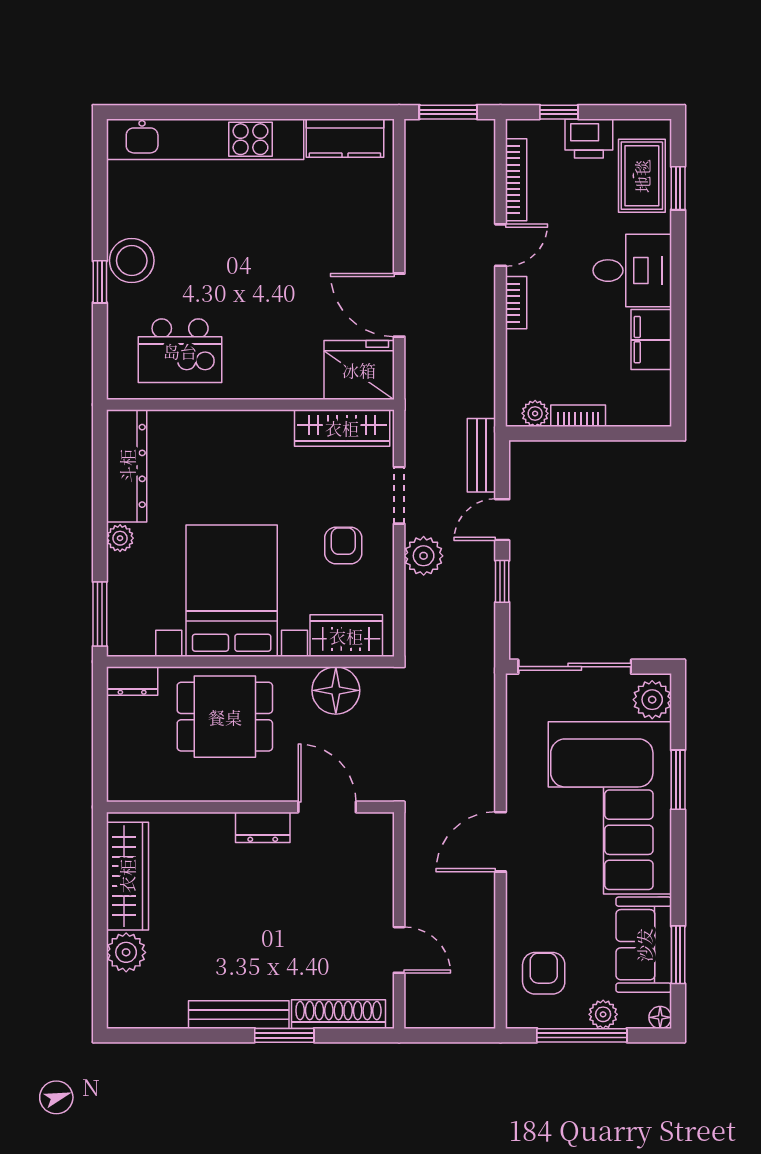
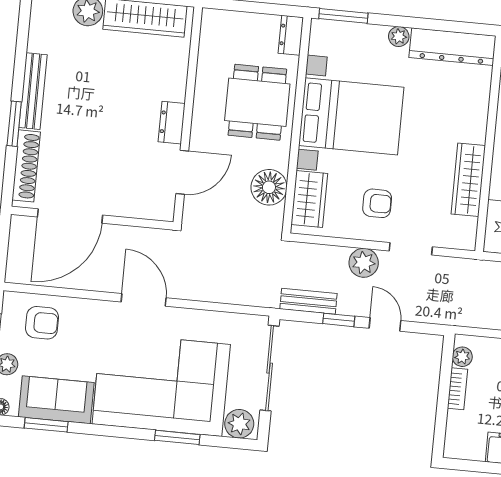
wardrobe: (342, 428) -> (468, 180), moved
bench: (481, 455) -> (308, 301), moved
door: (399, 950) -> (70, 216), width x1.87

